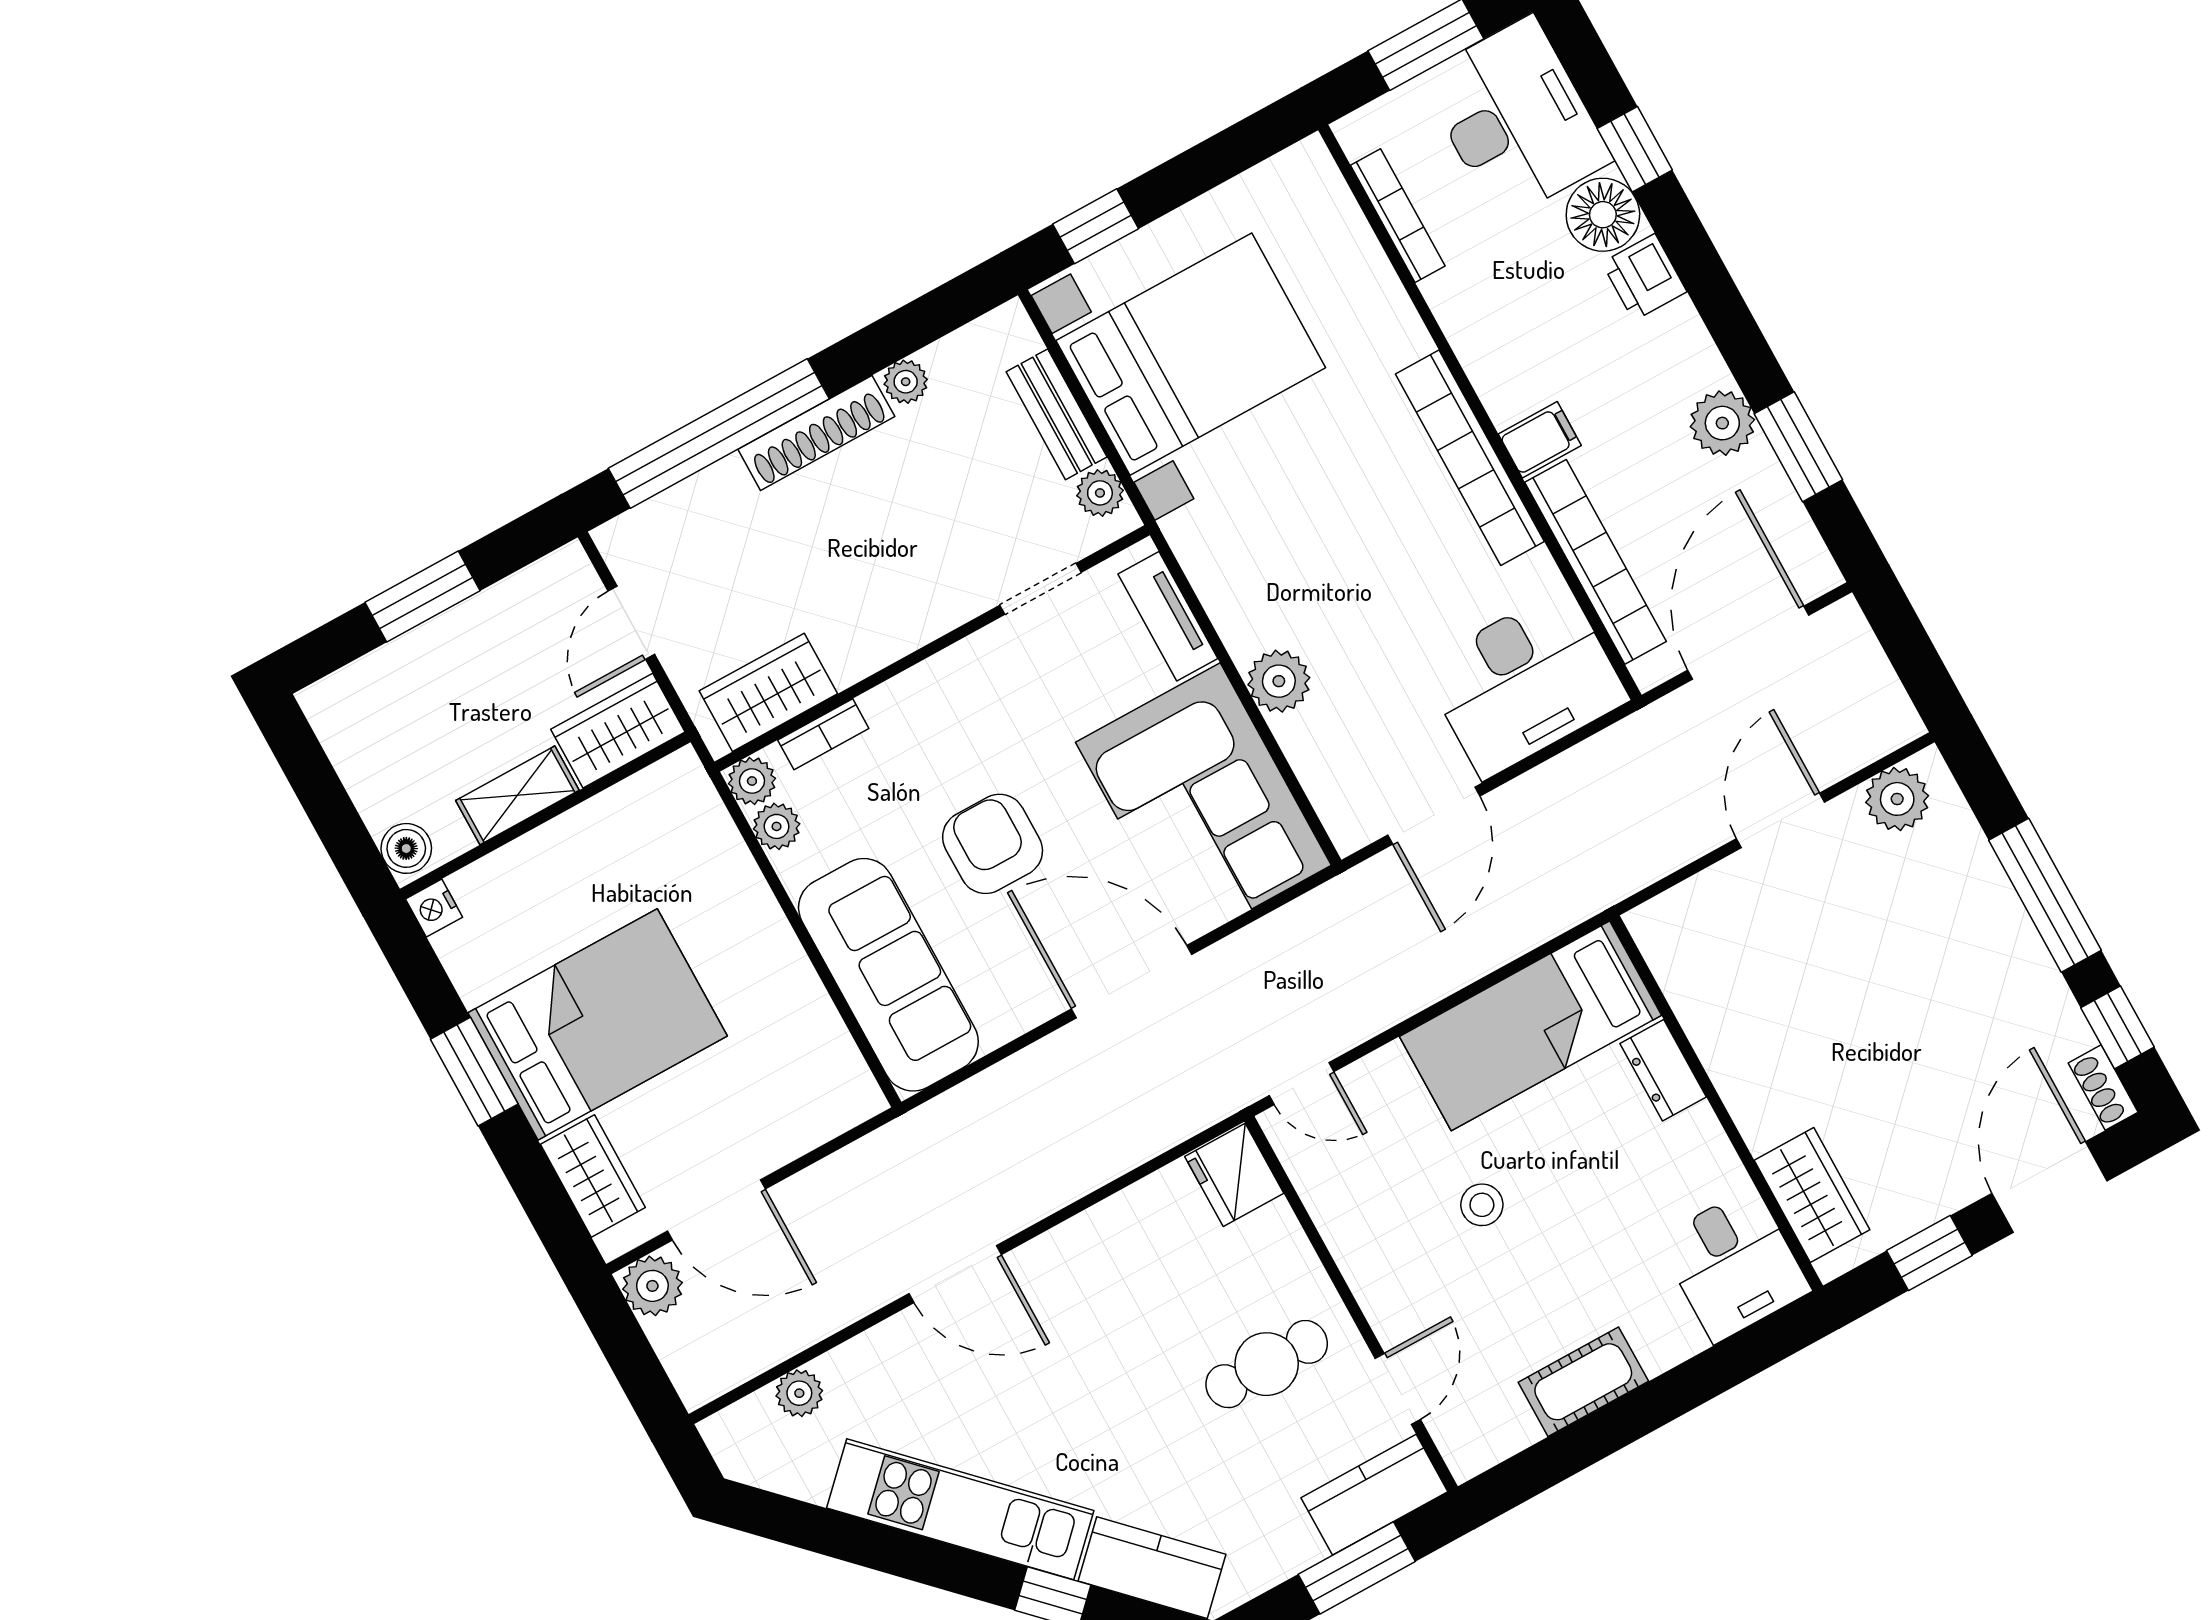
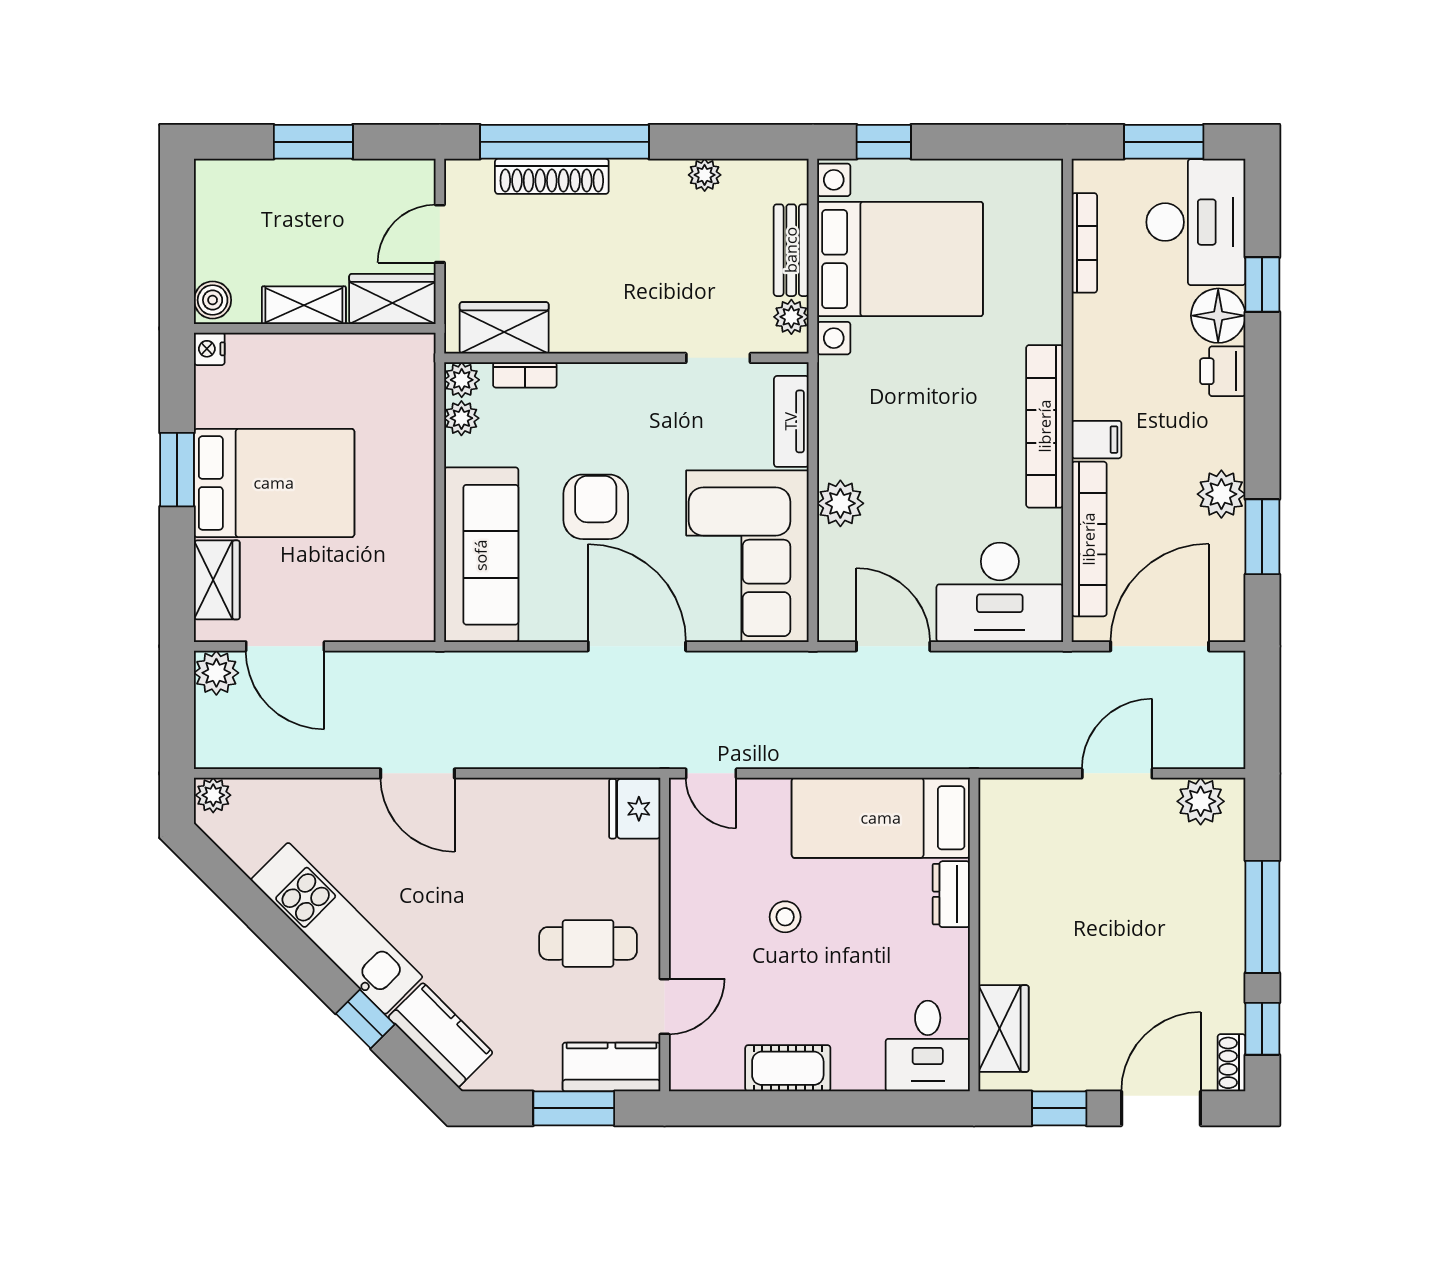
shoe rack: (816, 433) -> (552, 176), moved
door: (1434, 816) -> (893, 646), swing flipped
plant: (799, 1393) -> (213, 795), moved

